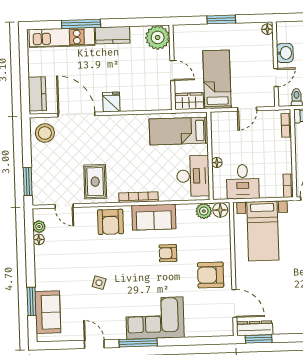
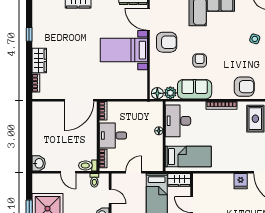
door: (276, 77) -> (110, 196), swing flipped
desk: (243, 182) -> (113, 136), moved, turned -90
sofa: (154, 217) -> (195, 89), moved
armchair: (110, 222) -> (244, 87), turned 90
bed with nightstands: (263, 231) -> (124, 50), moved, turned -90
armchair: (168, 253) -> (200, 61), turned -90

